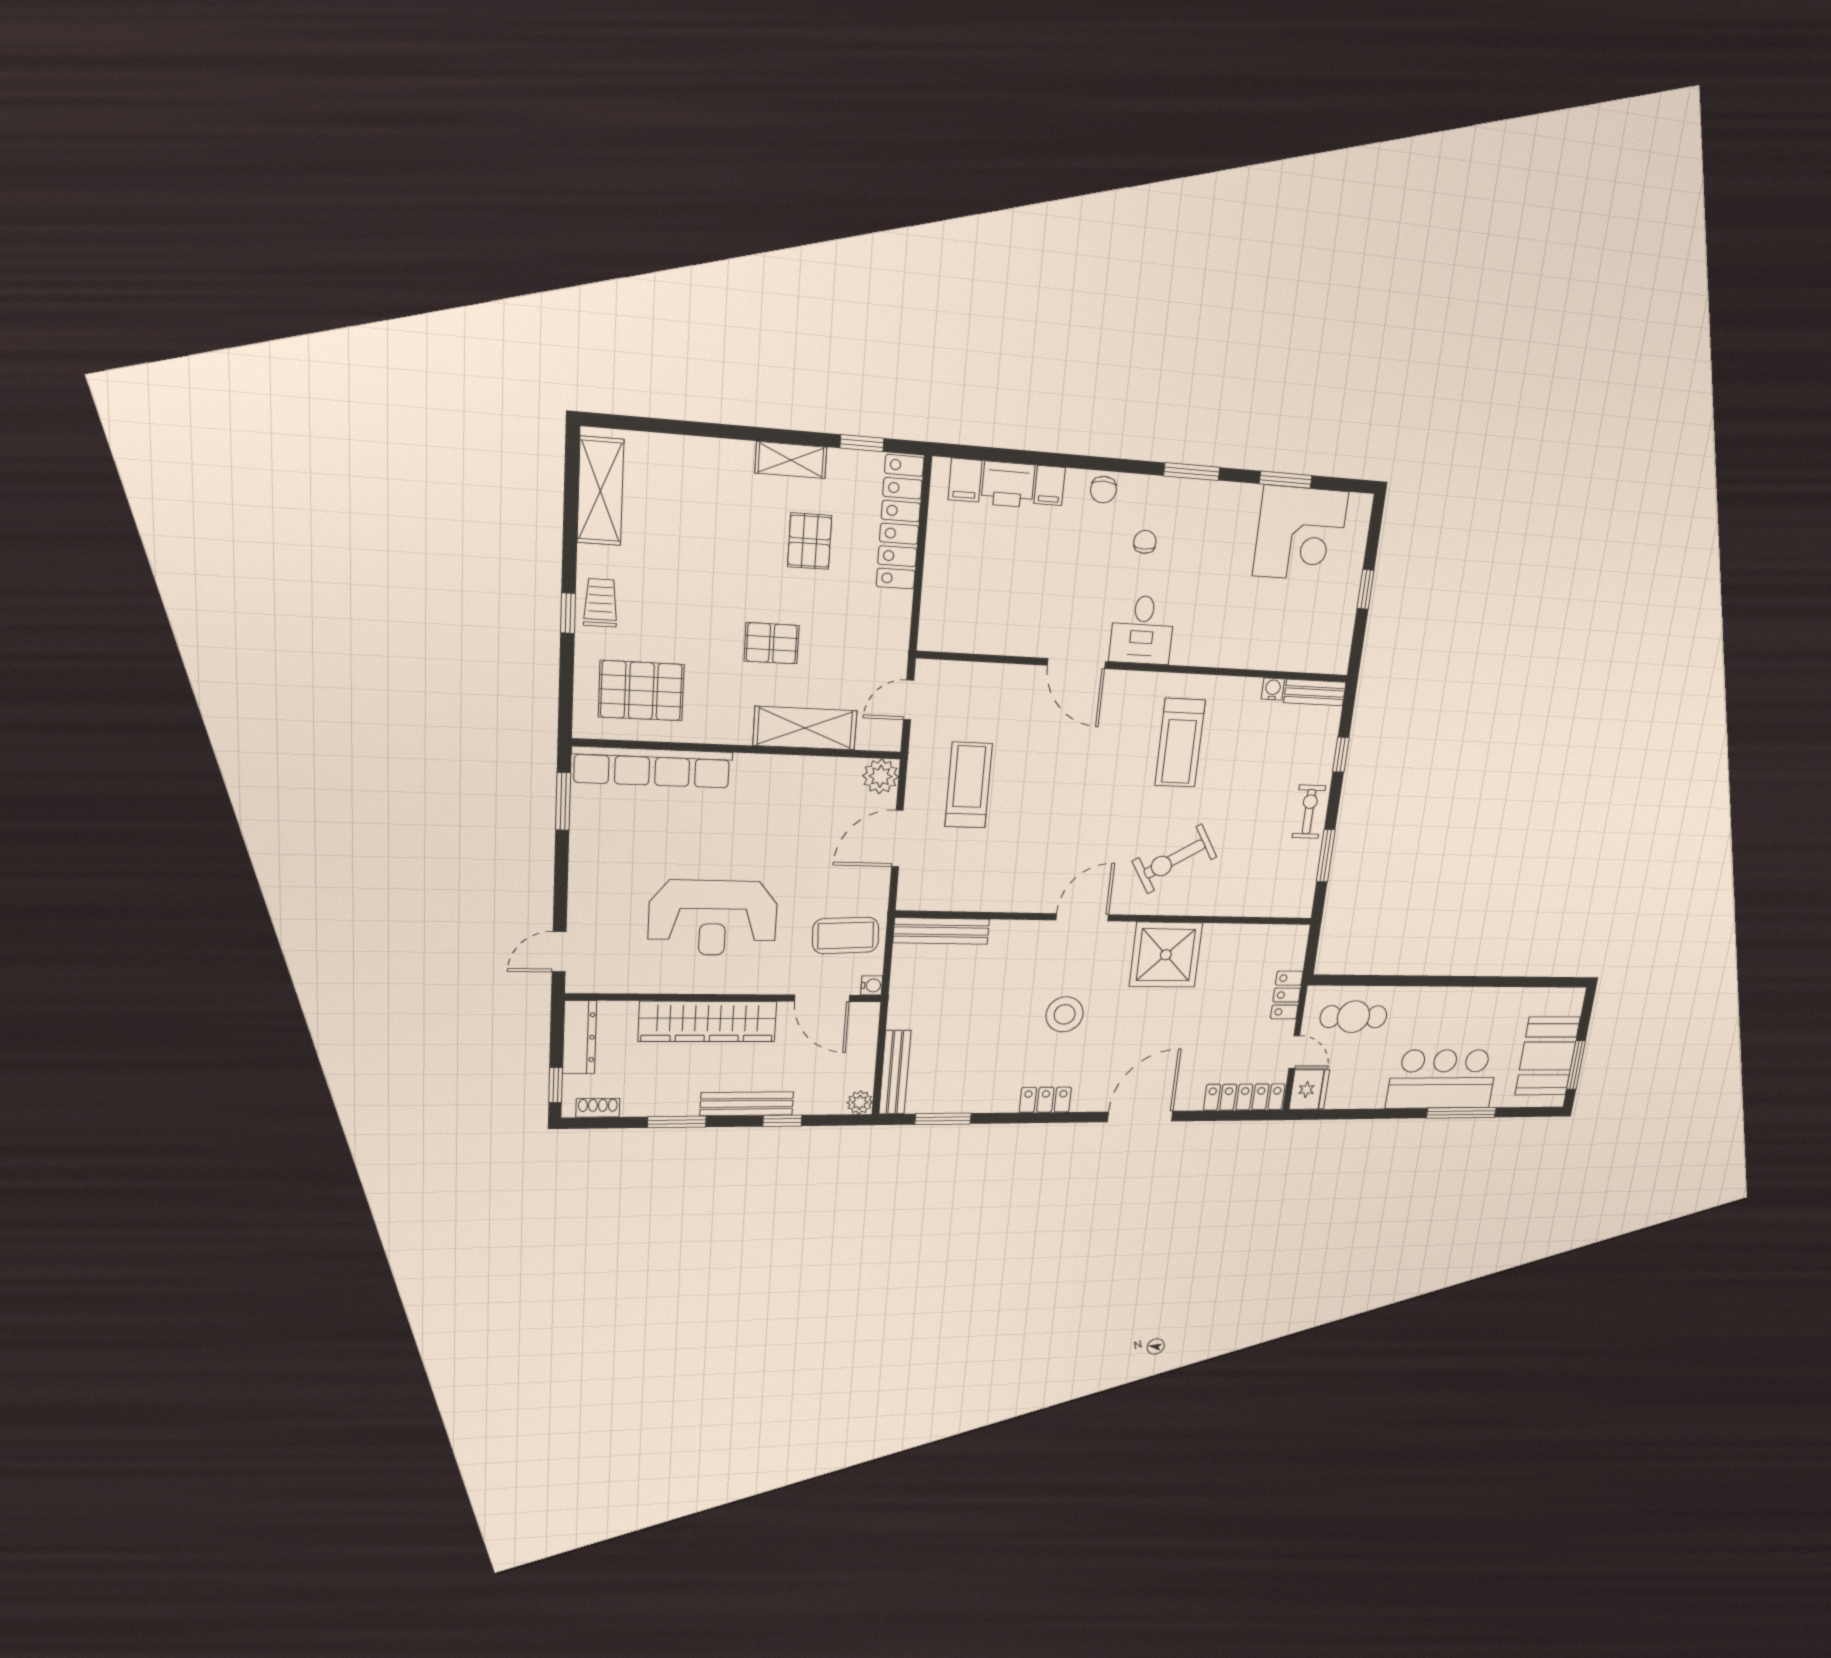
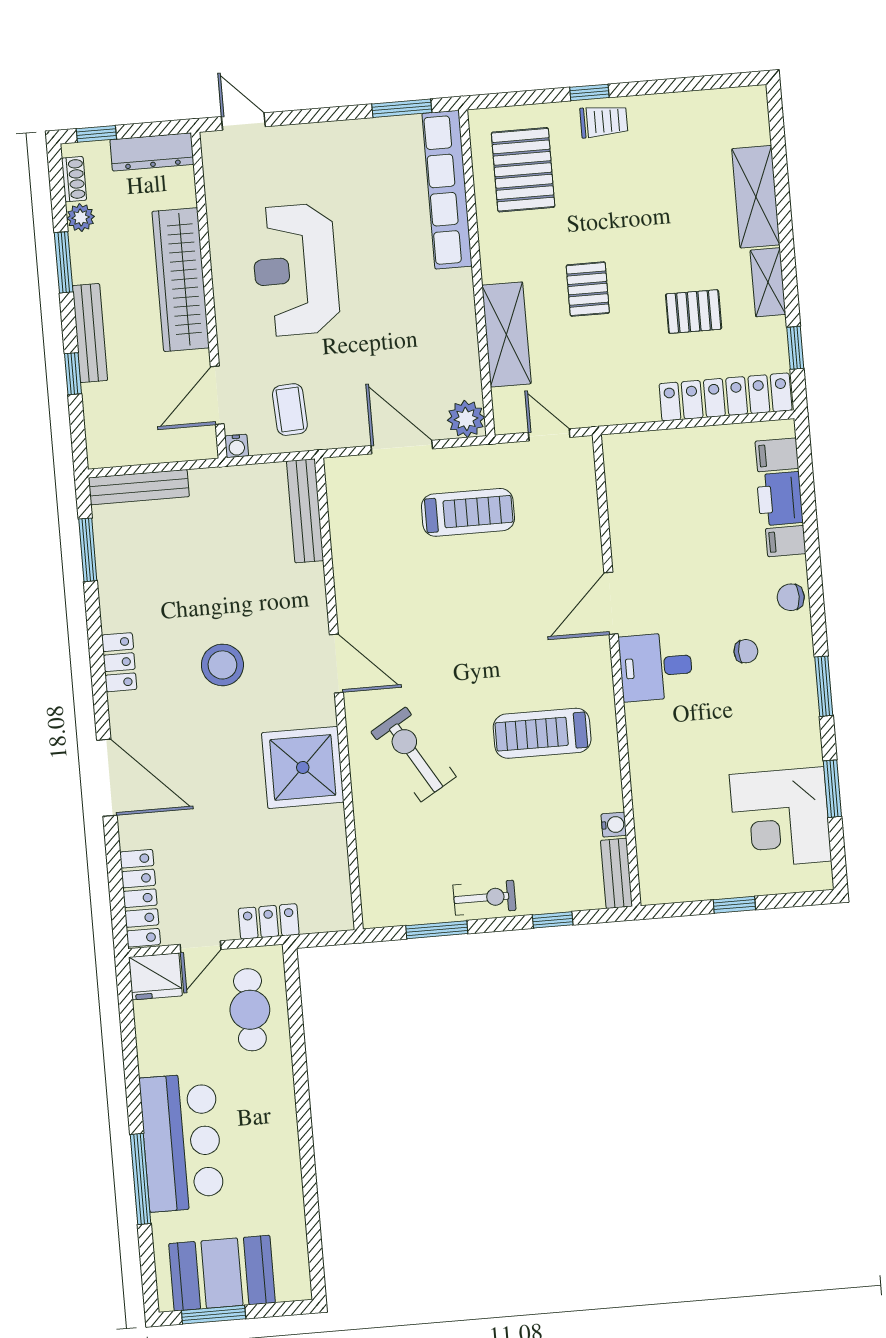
shelving: (600, 491) -> (756, 197), moved, turned 90
coffee table: (846, 935) -> (290, 410), width x0.73, depth x0.77
plant: (860, 1102) -> (81, 218), moved

